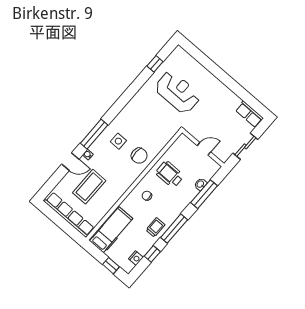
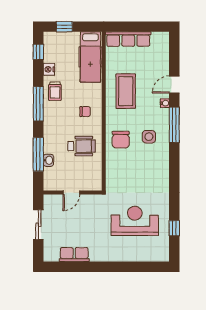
reception desk: (177, 92) -> (135, 221), turned 180
row of seats: (249, 114) -> (74, 255), moved
chair: (139, 156) -> (121, 140), turned -90
coffee table: (89, 187) -> (126, 91), moved
row of seats: (69, 215) -> (128, 39), width x0.73
window: (152, 254) -> (38, 52), moved
nightstand: (136, 258) -> (49, 69), moved

